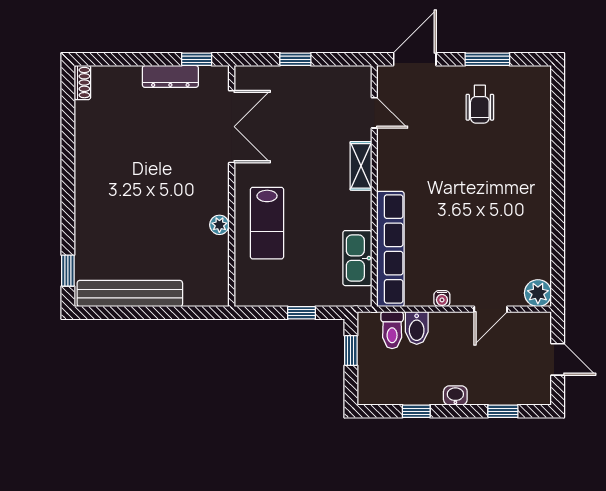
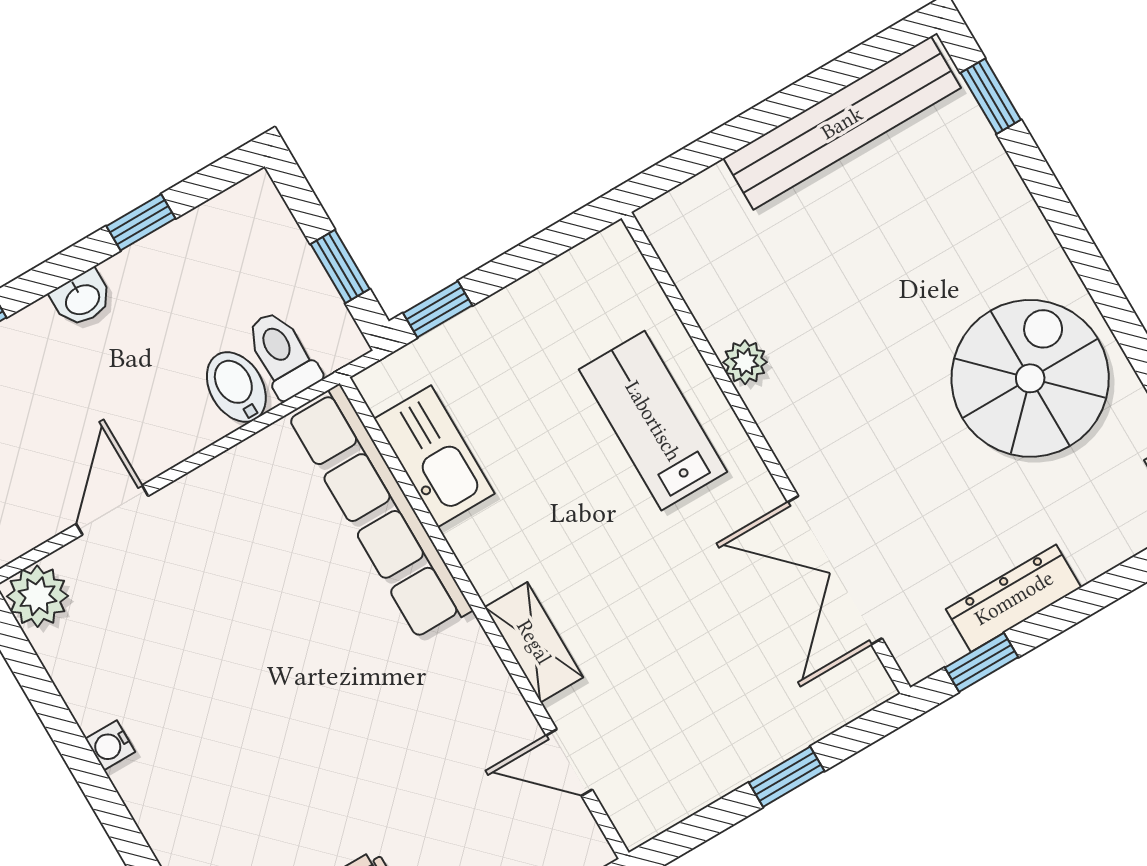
spiral stairs: (115, 156) -> (1030, 378), added
water cooler: (442, 299) -> (110, 745), moved, turned -90
window: (302, 313) -> (438, 309), moved

